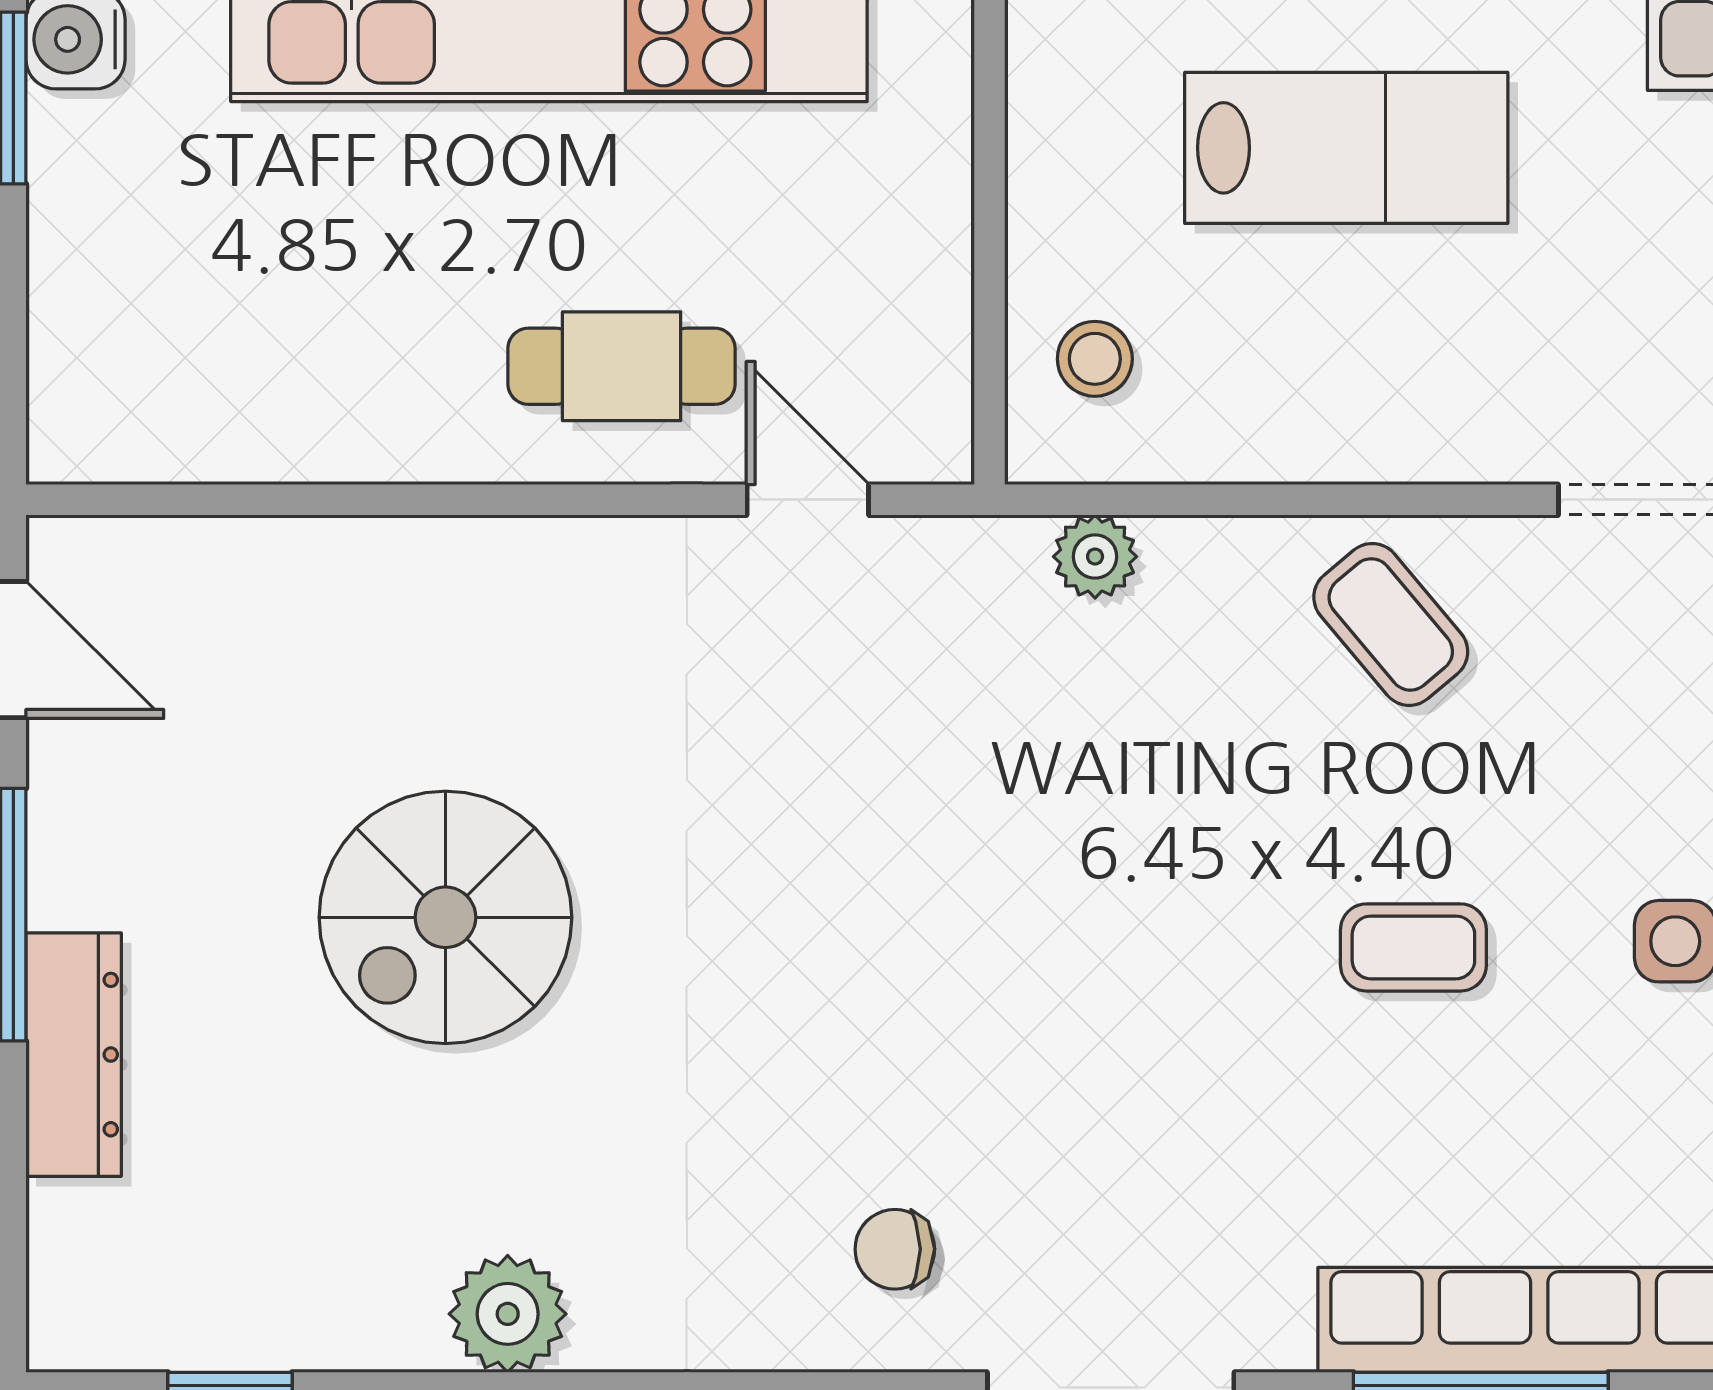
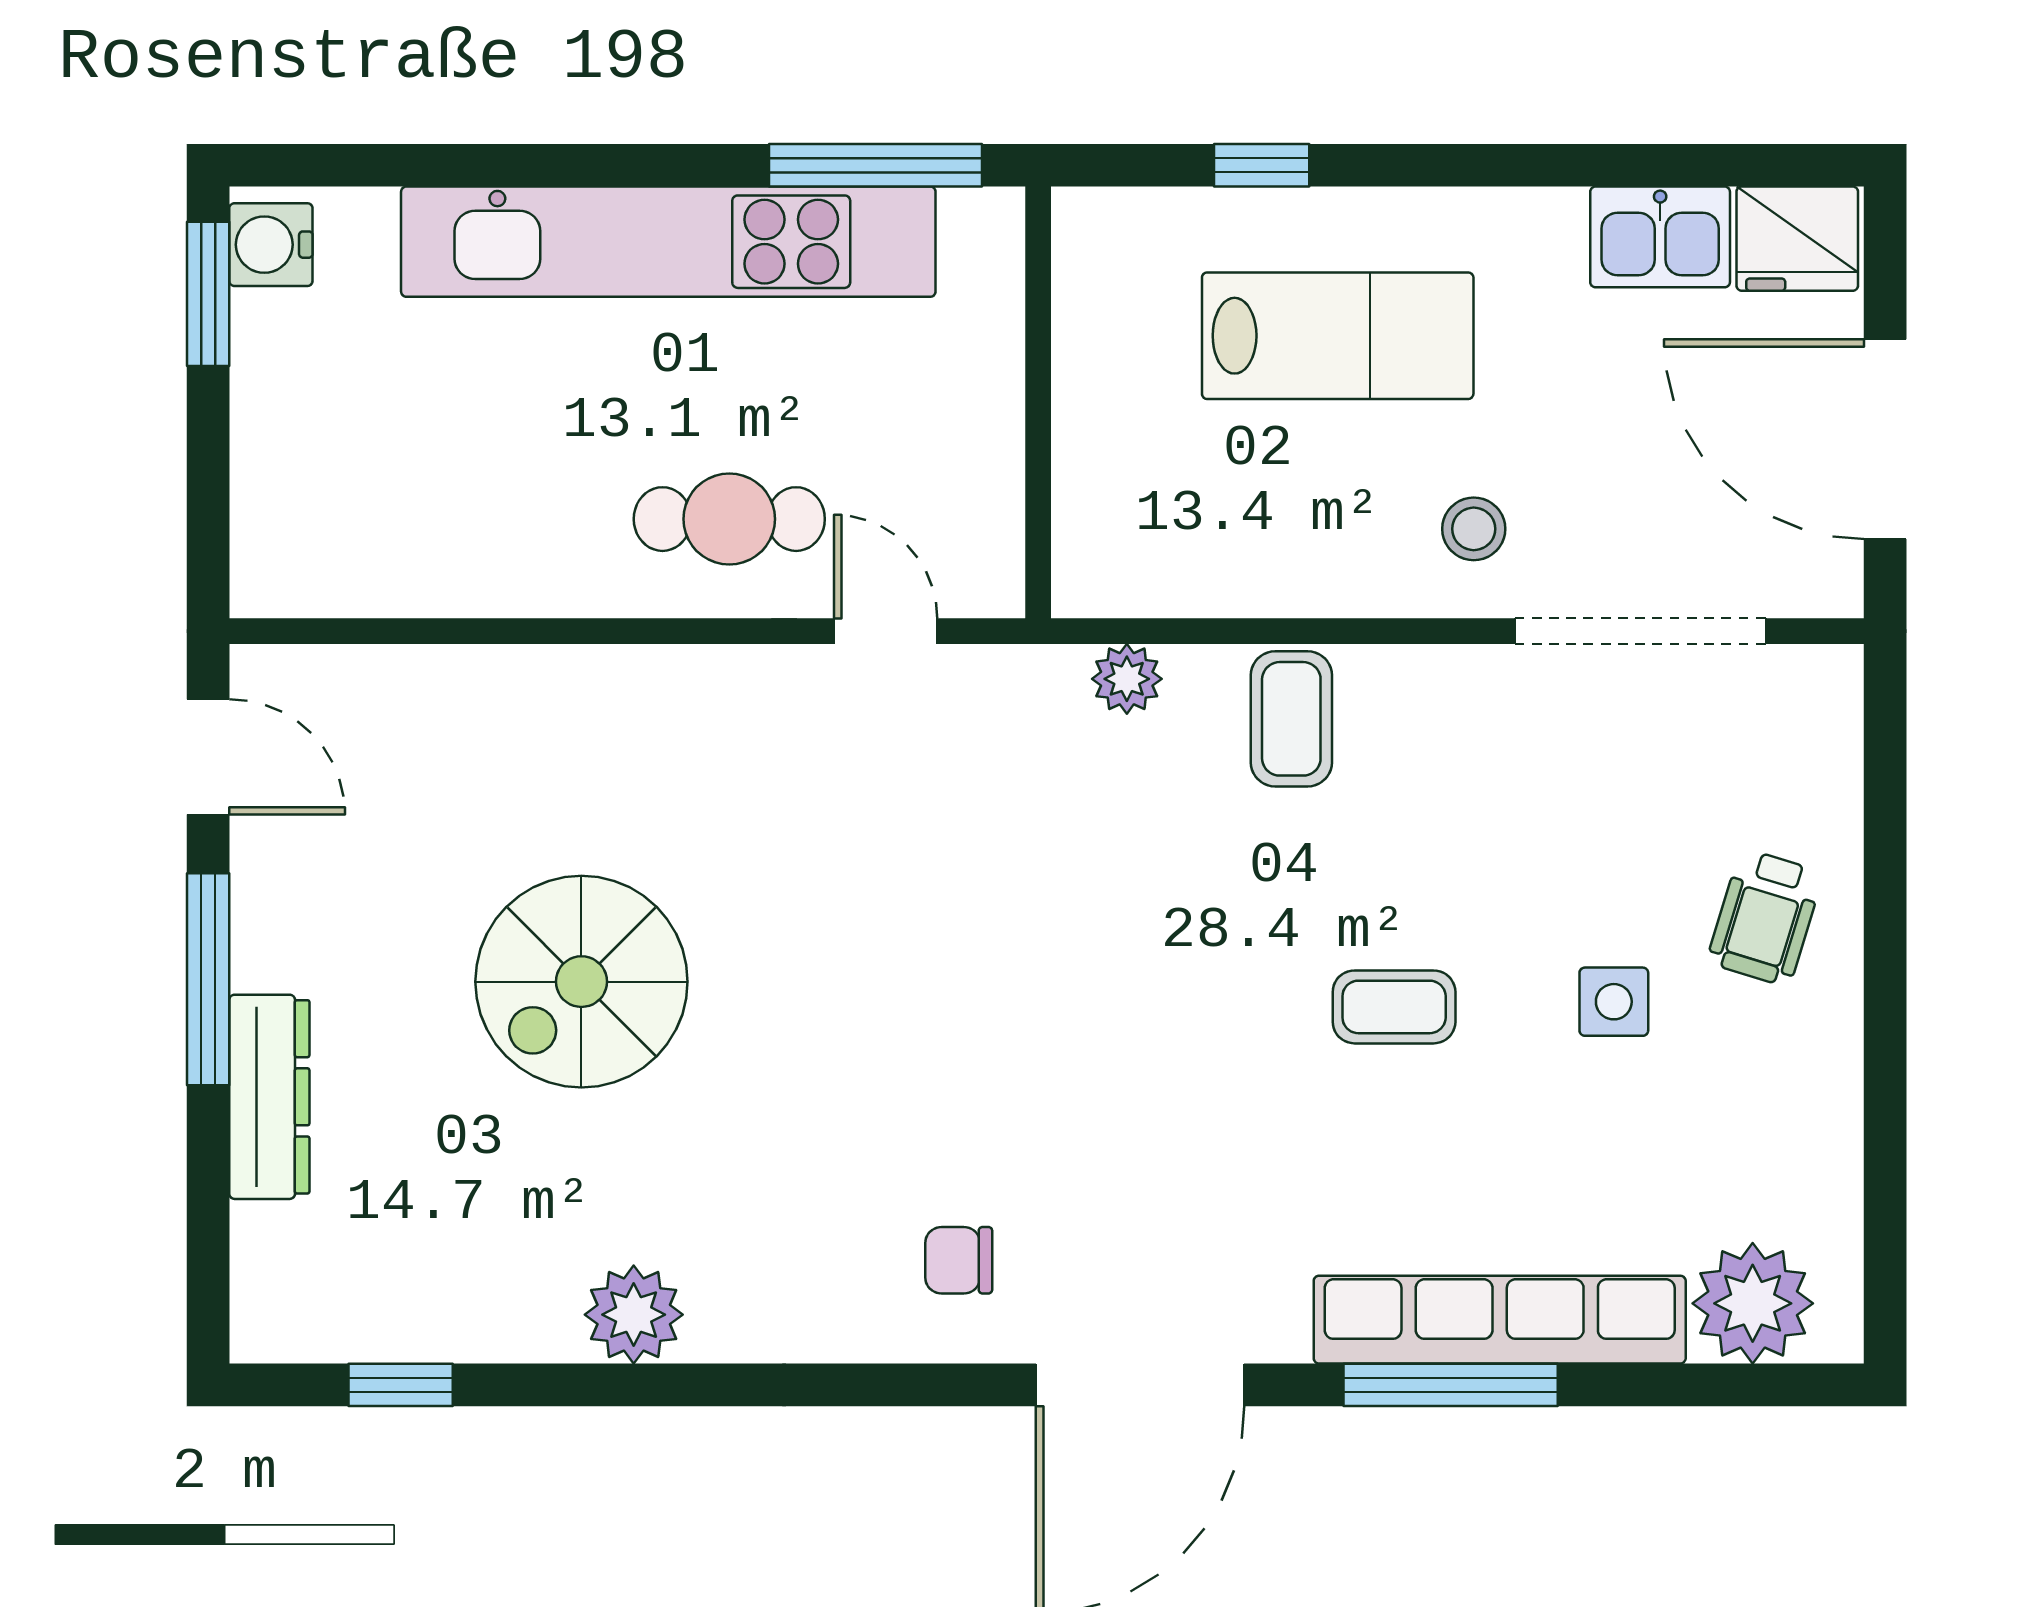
stool: (1095, 359) -> (1474, 529), moved
coffee table: (1391, 624) -> (1291, 719), moved, turned 40

